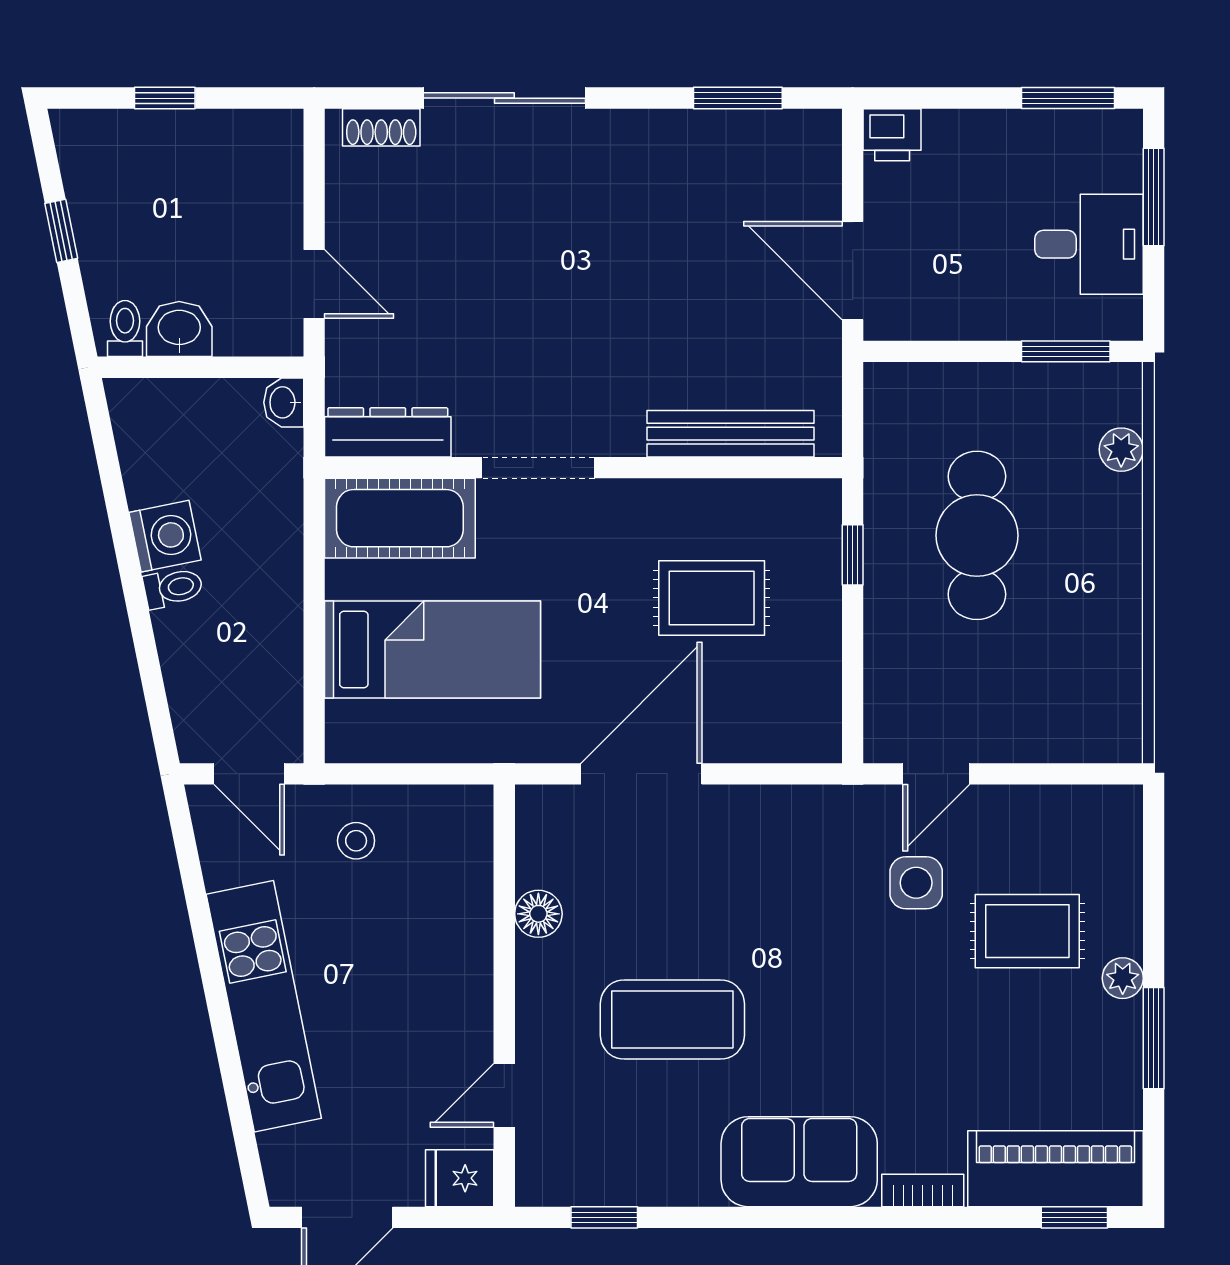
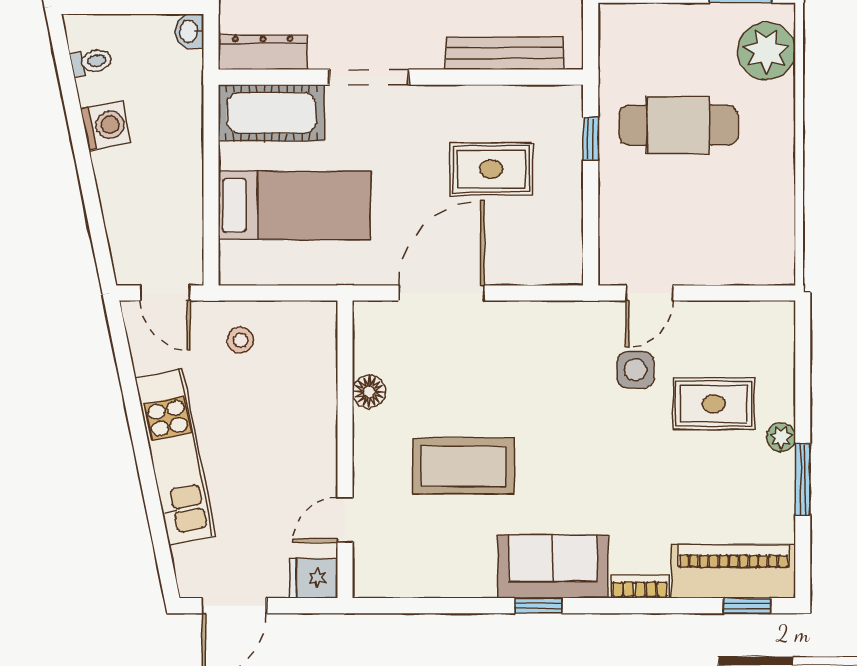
plant: (1121, 450) -> (766, 51), width x1.88, depth x1.88
cafe table: (977, 535) -> (678, 125), turned 90
toilet: (173, 588) -> (91, 62), moved
window: (604, 1217) -> (538, 606), moved

